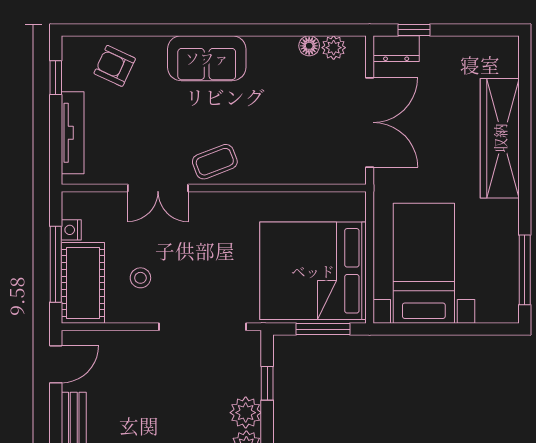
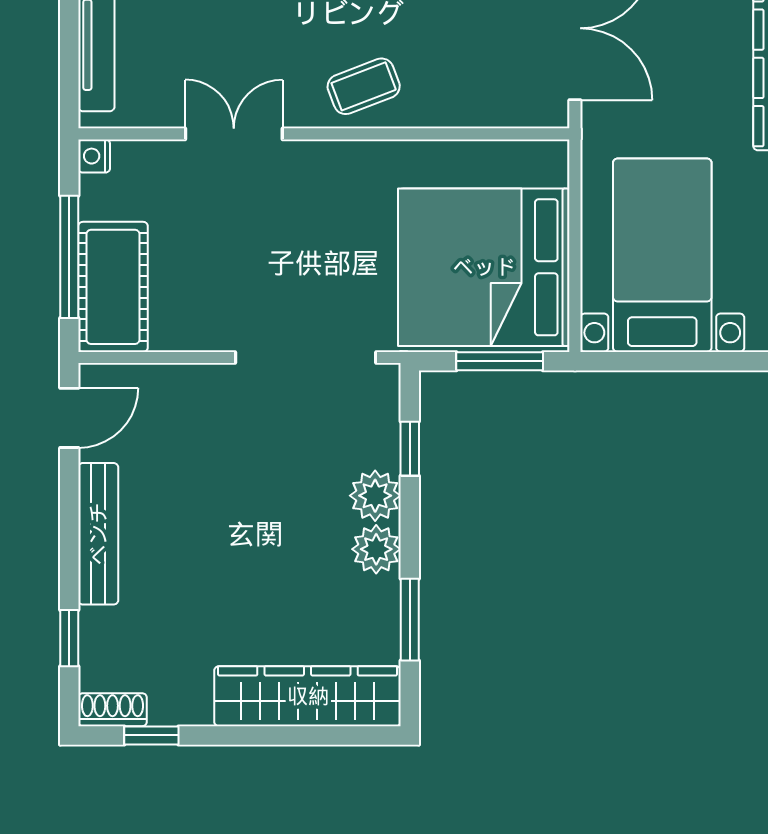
coffee table: (215, 162) -> (364, 86), moved
double door: (158, 188) -> (234, 134), swing flipped
nightstand: (71, 230) -> (94, 156), moved
stool: (140, 278) -> (206, 279), removed

